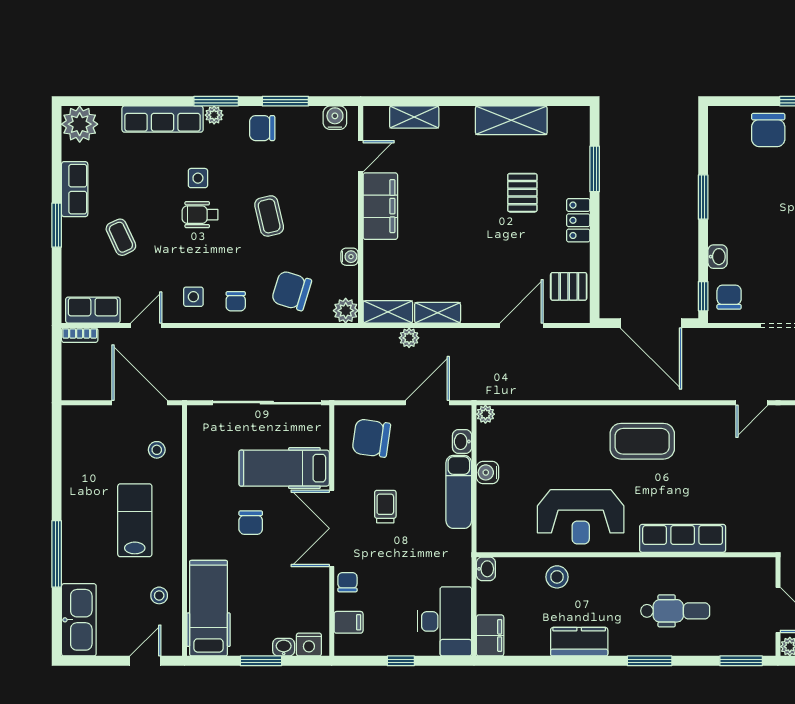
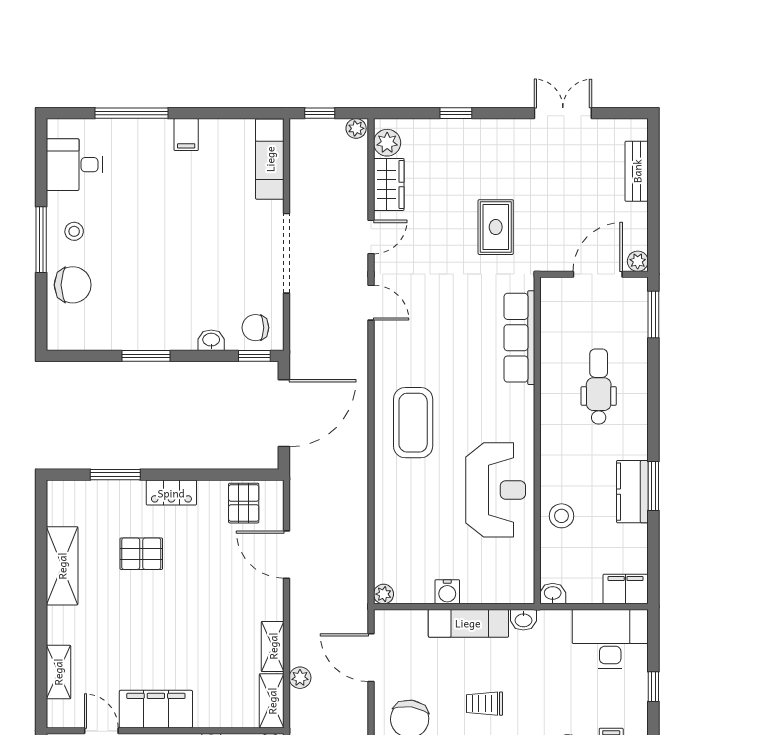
washbasin: (462, 442) -> (523, 620), moved
row of seats: (683, 538) -> (519, 338), moved
window: (650, 661) -> (653, 486), moved

